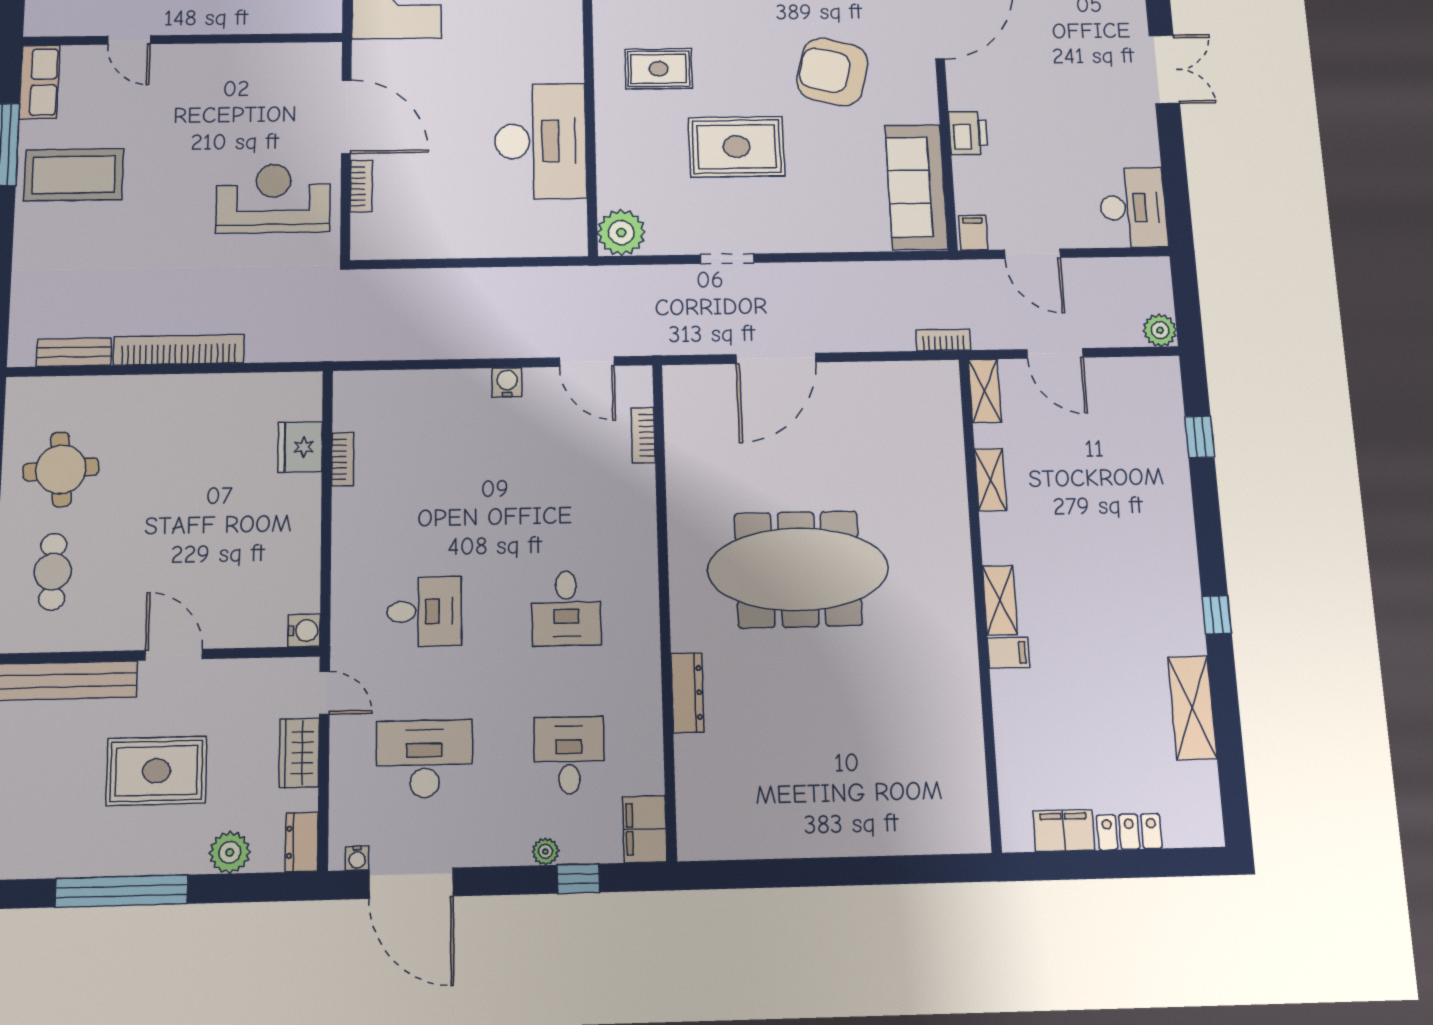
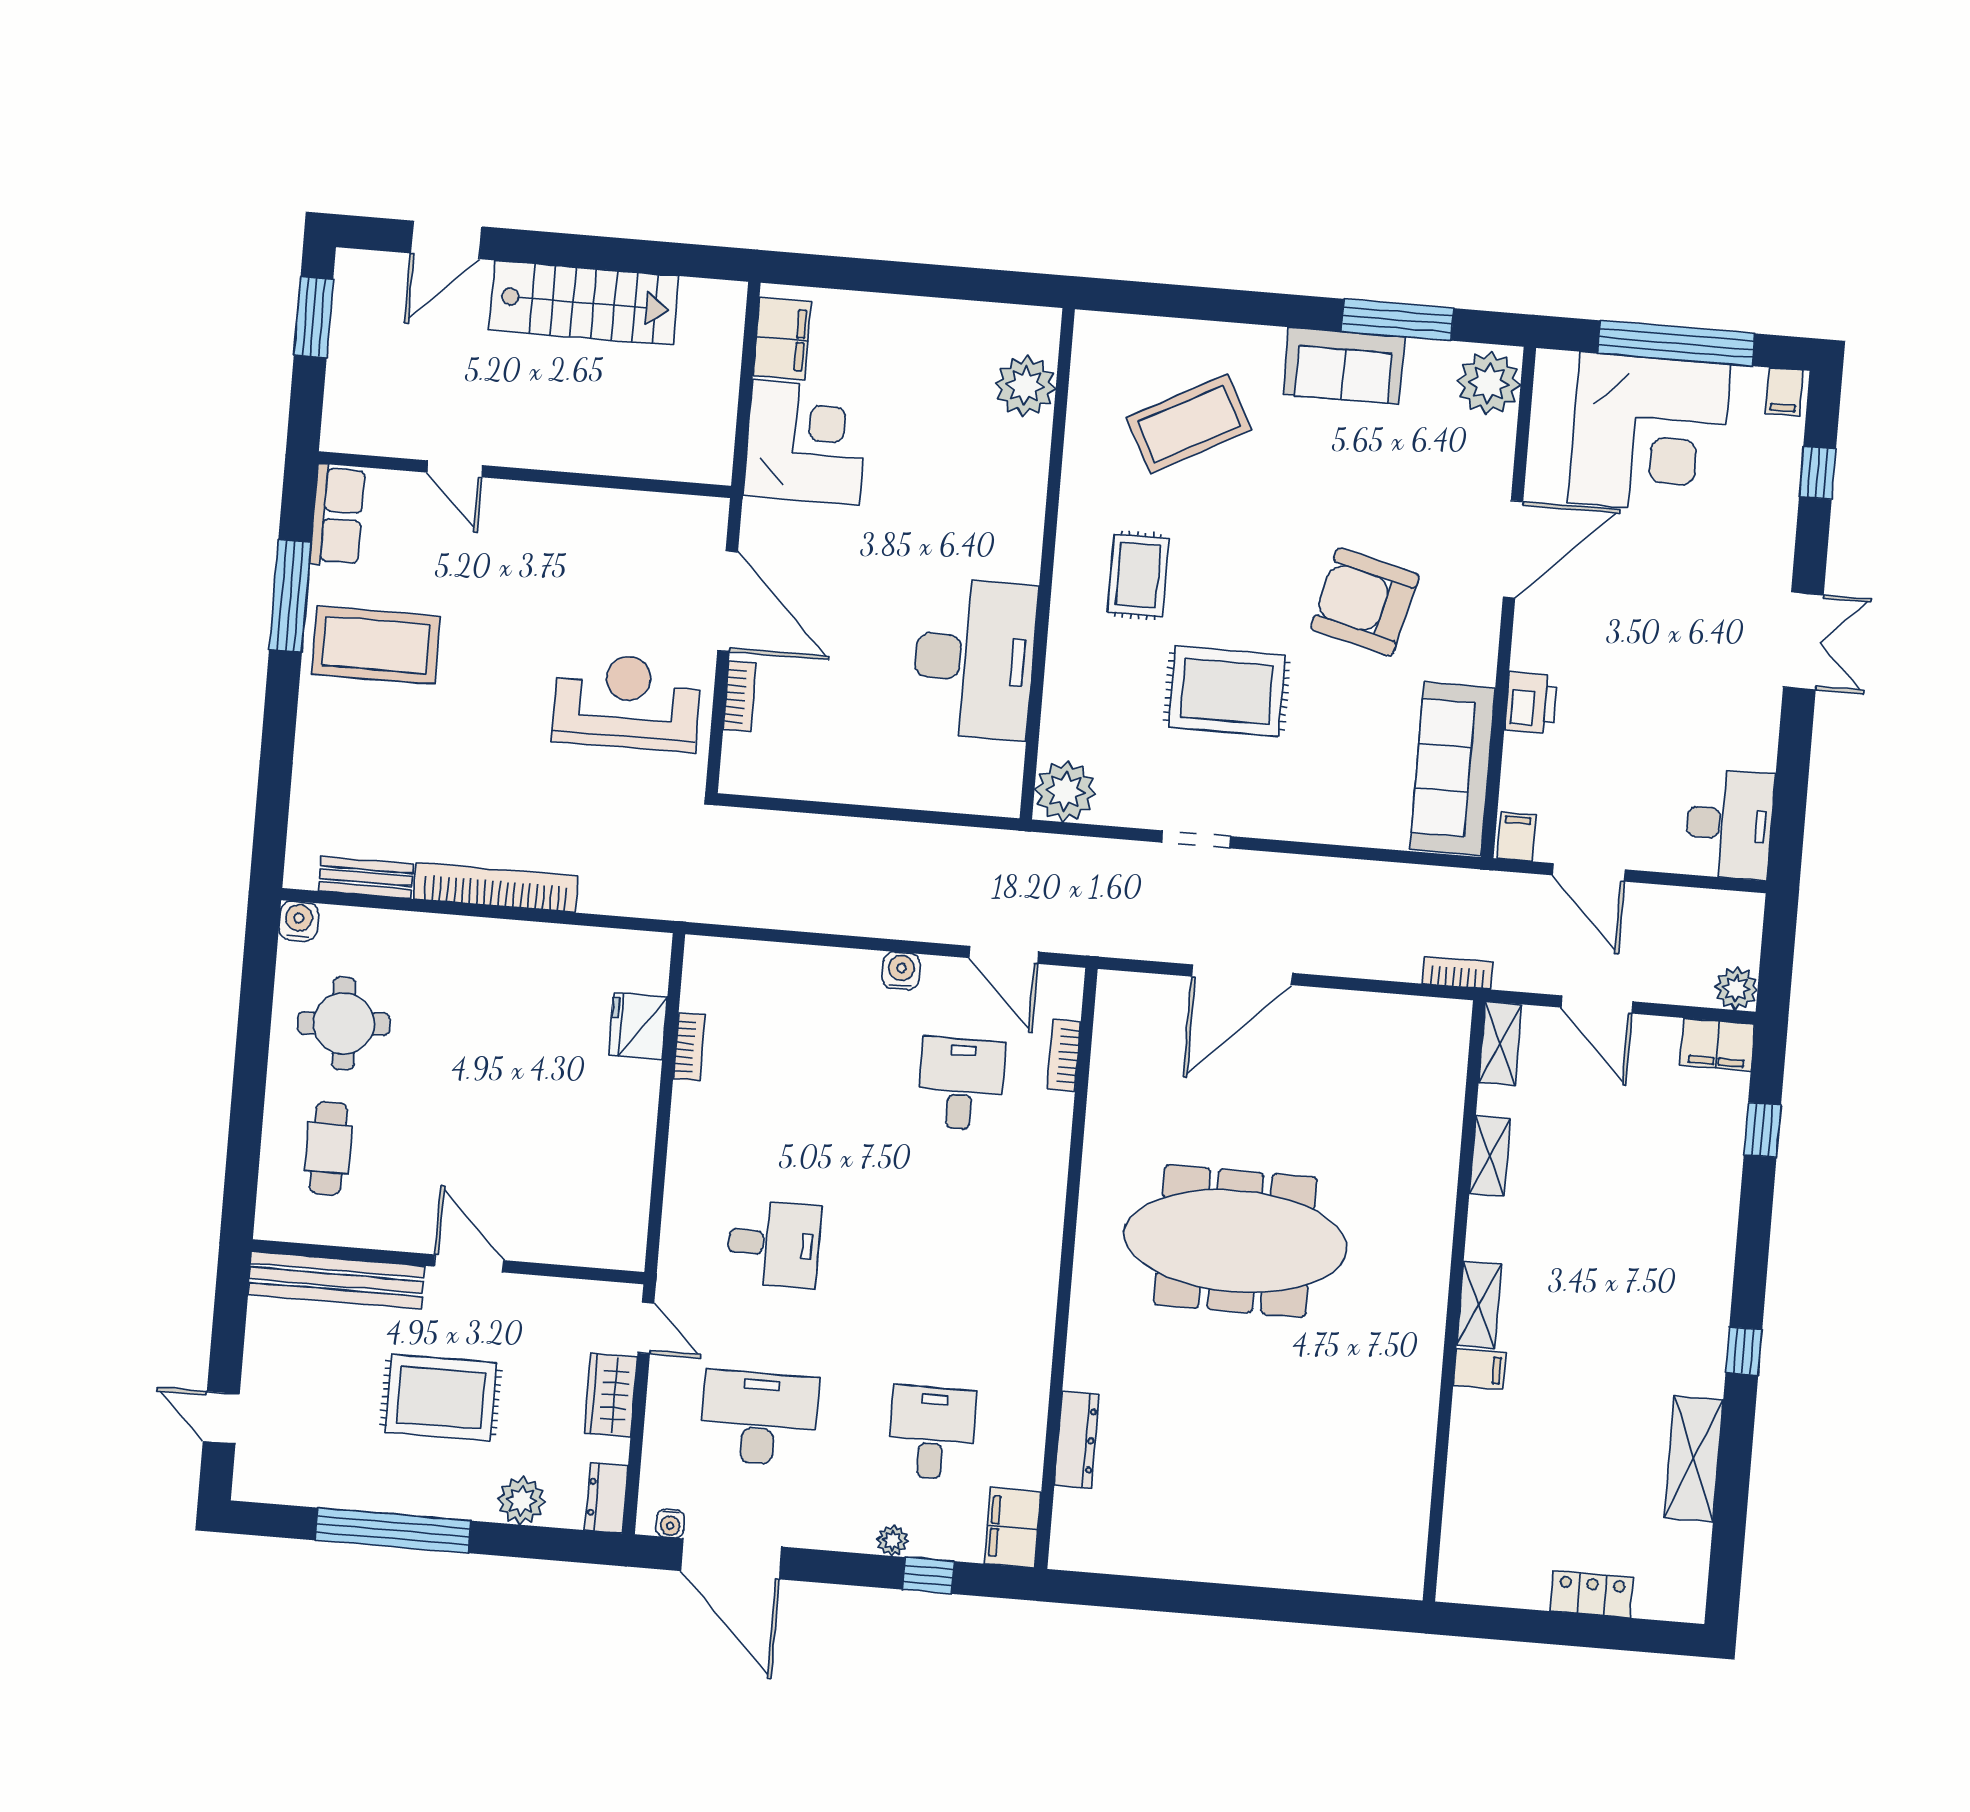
rug: (659, 69) -> (1138, 575), turned 90
desk: (566, 608) -> (961, 1084), moved, turned 180
water cooler: (304, 631) -> (299, 921), moved, turned -90
dresser: (687, 693) -> (1077, 1440), moved
filing cabinet: (1064, 831) -> (1717, 1045), moved, turned 180

